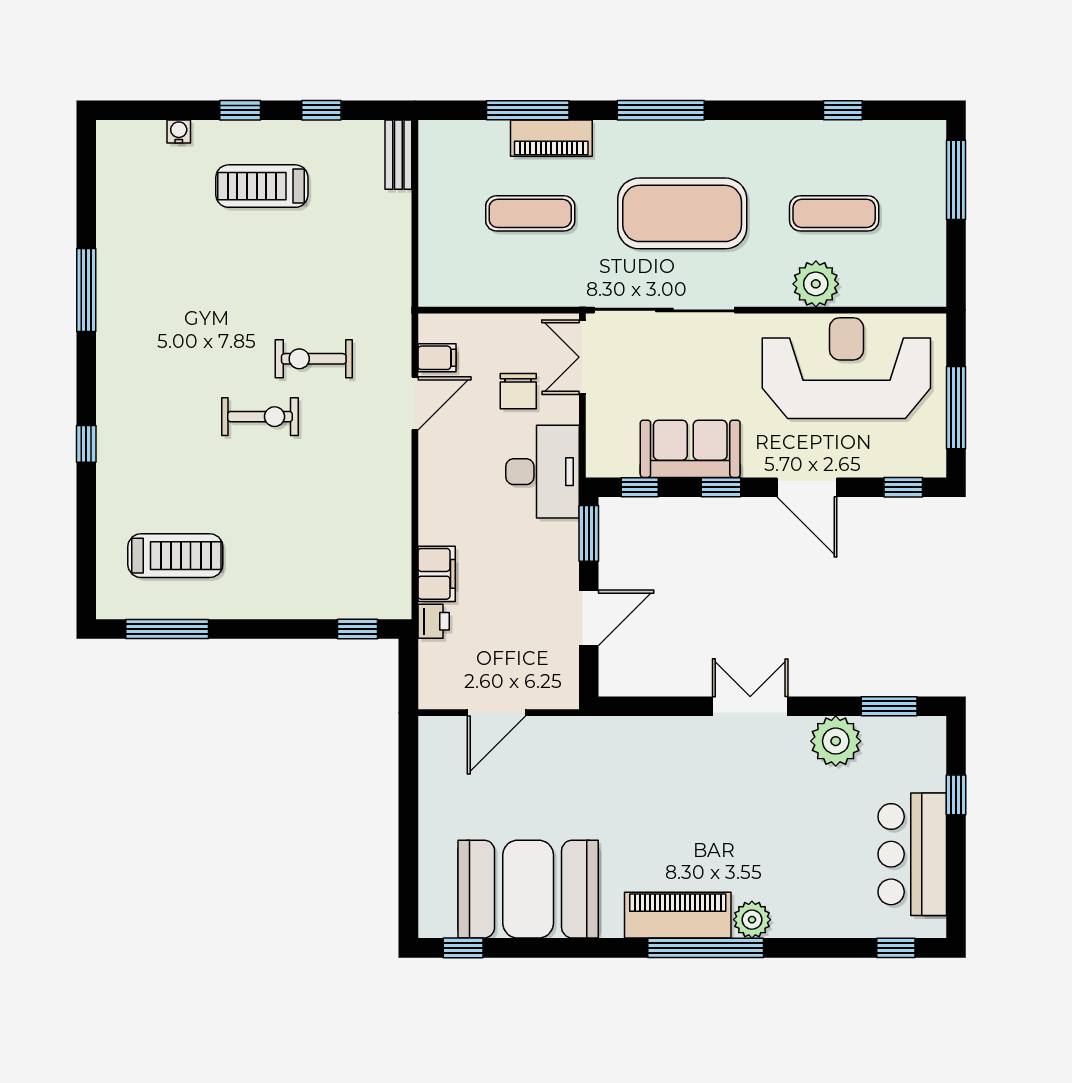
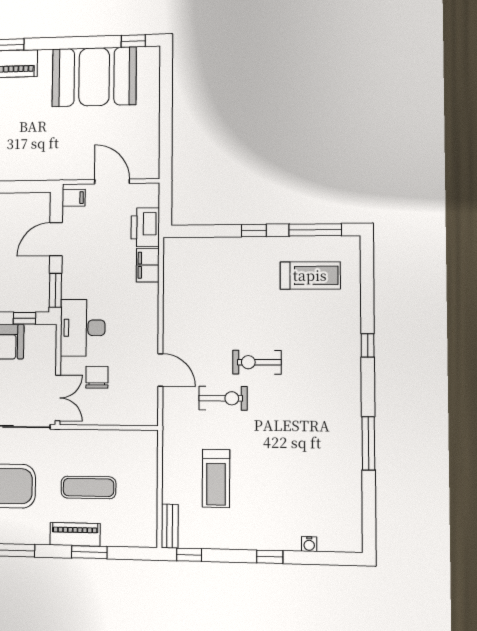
window: (321, 110) -> (189, 555), moved
window: (528, 110) -> (89, 552), width x0.69
treadmill: (262, 186) -> (216, 478), moved, turned 90
filing cabinet: (437, 358) -> (74, 198), moved, turned 180
door: (415, 403) -> (160, 370), swing flipped
treadmill: (175, 556) -> (310, 275), turned 180
printer: (434, 621) -> (145, 227), width x1.87, depth x1.48
window: (358, 629) -> (254, 231), moved
door: (496, 713) -> (112, 181), hinge flipped

